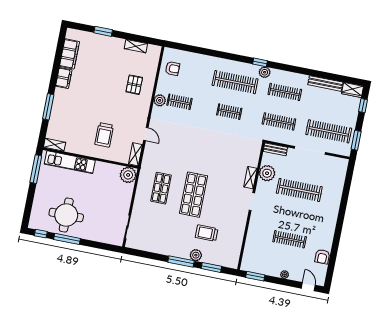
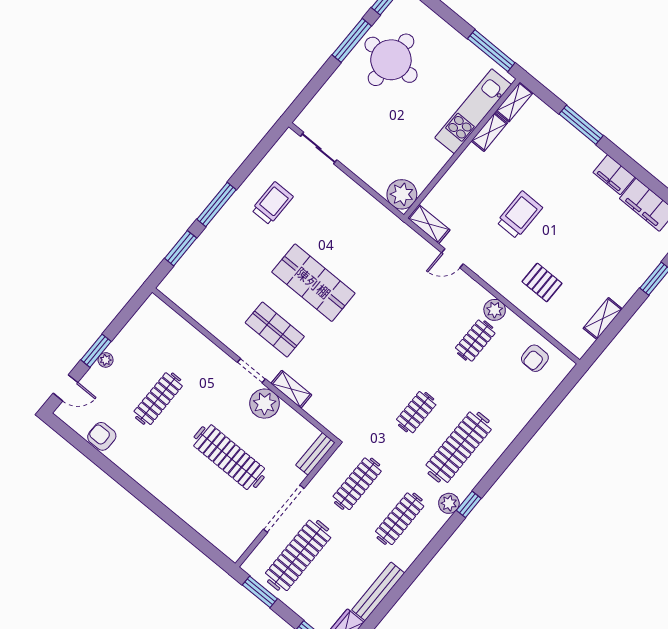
trolley: (104, 135) -> (519, 215), moved, turned 90
shelving: (76, 149) -> (489, 132), added
plant: (267, 173) -> (265, 404), moved
shop shelf: (161, 188) -> (275, 330), moved
clothes rail: (299, 190) -> (229, 457), turned 90
trolley: (207, 233) -> (272, 203), moved
plant: (196, 255) -> (214, 234), removed
window: (255, 276) -> (96, 351), moved

